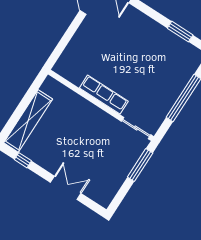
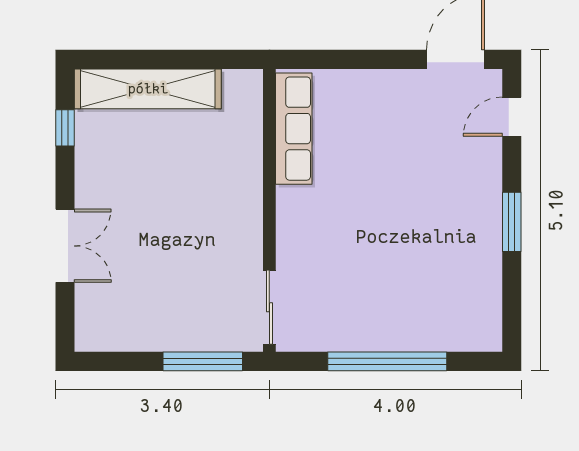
window: (180, 32) -> (512, 222), moved
row of seats: (104, 95) -> (294, 129), moved

